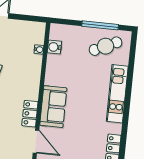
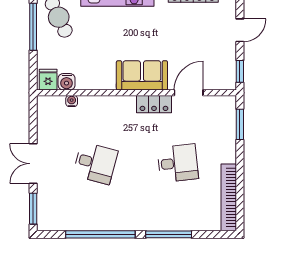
fridge: (58, 33) -> (48, 80), added

